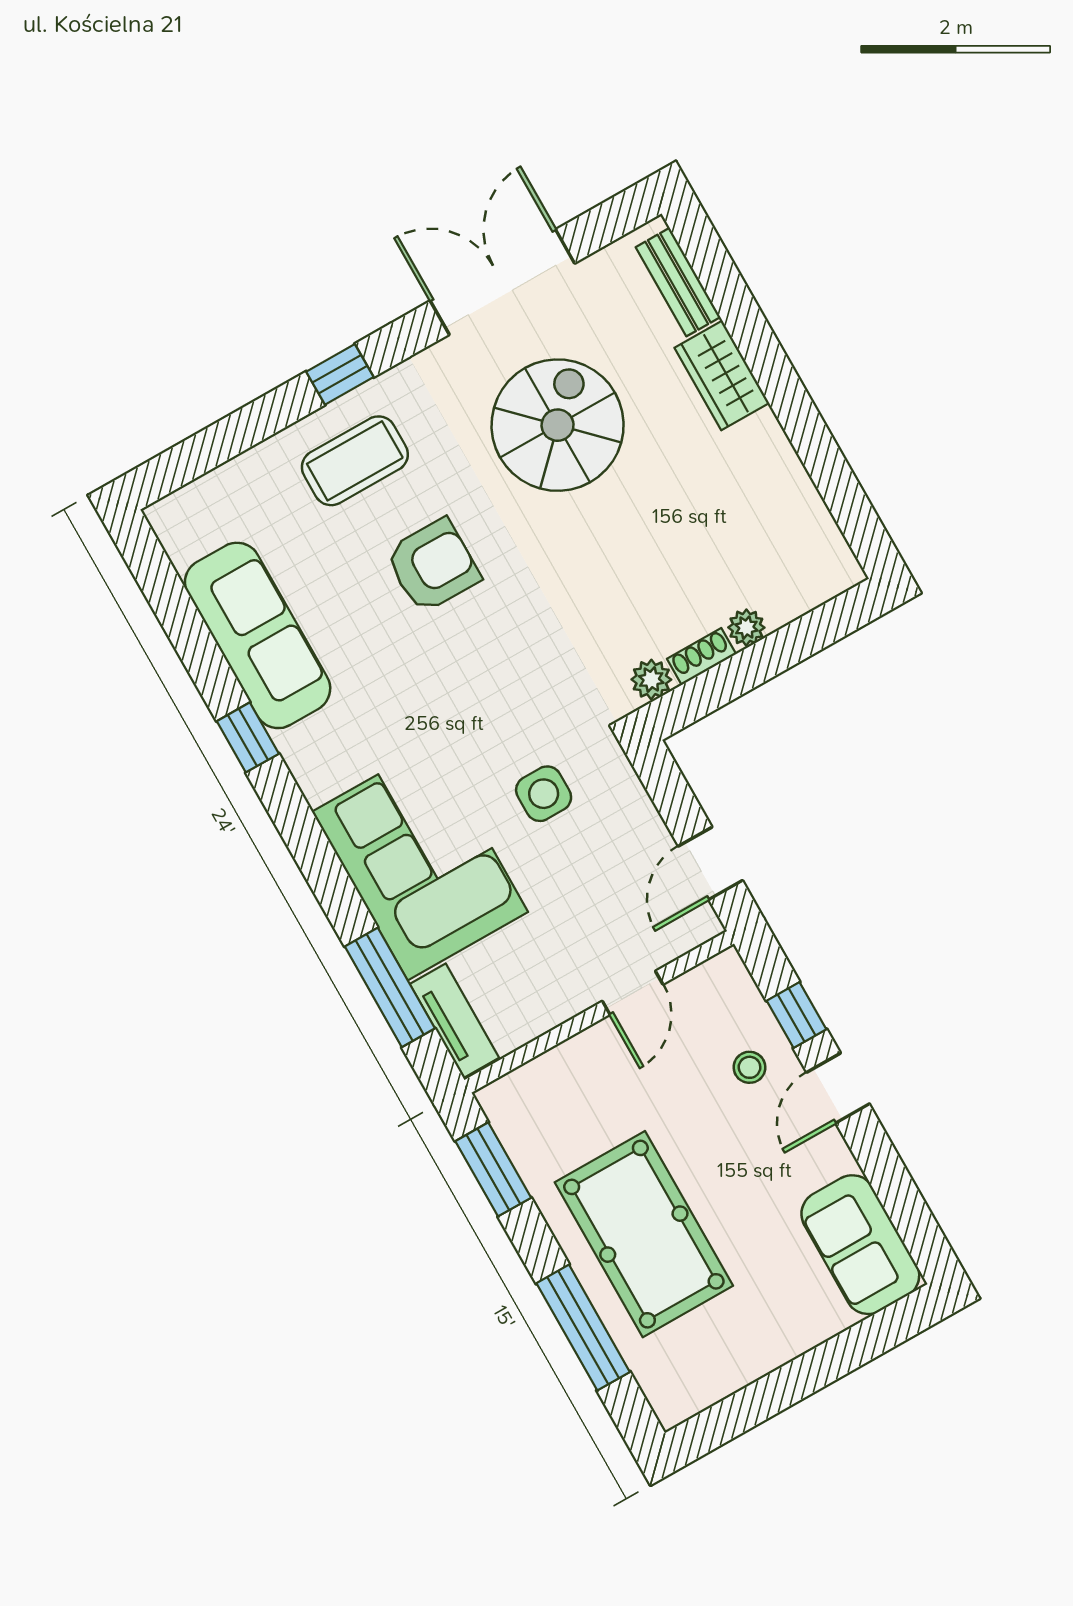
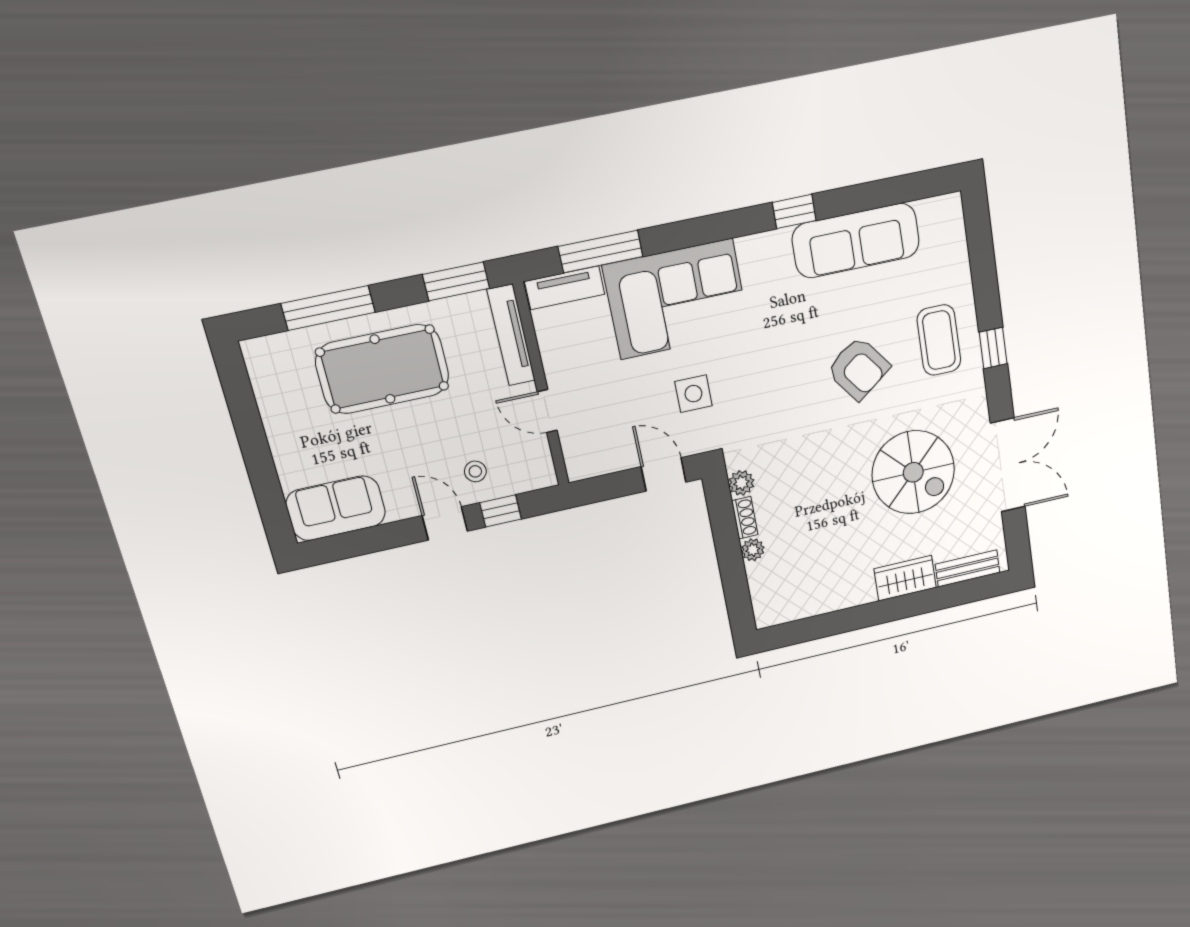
armchair: (433, 566) -> (858, 368), turned -37
door: (710, 863) -> (664, 474), moved
tv unit: (542, 1074) -> (511, 335), added

